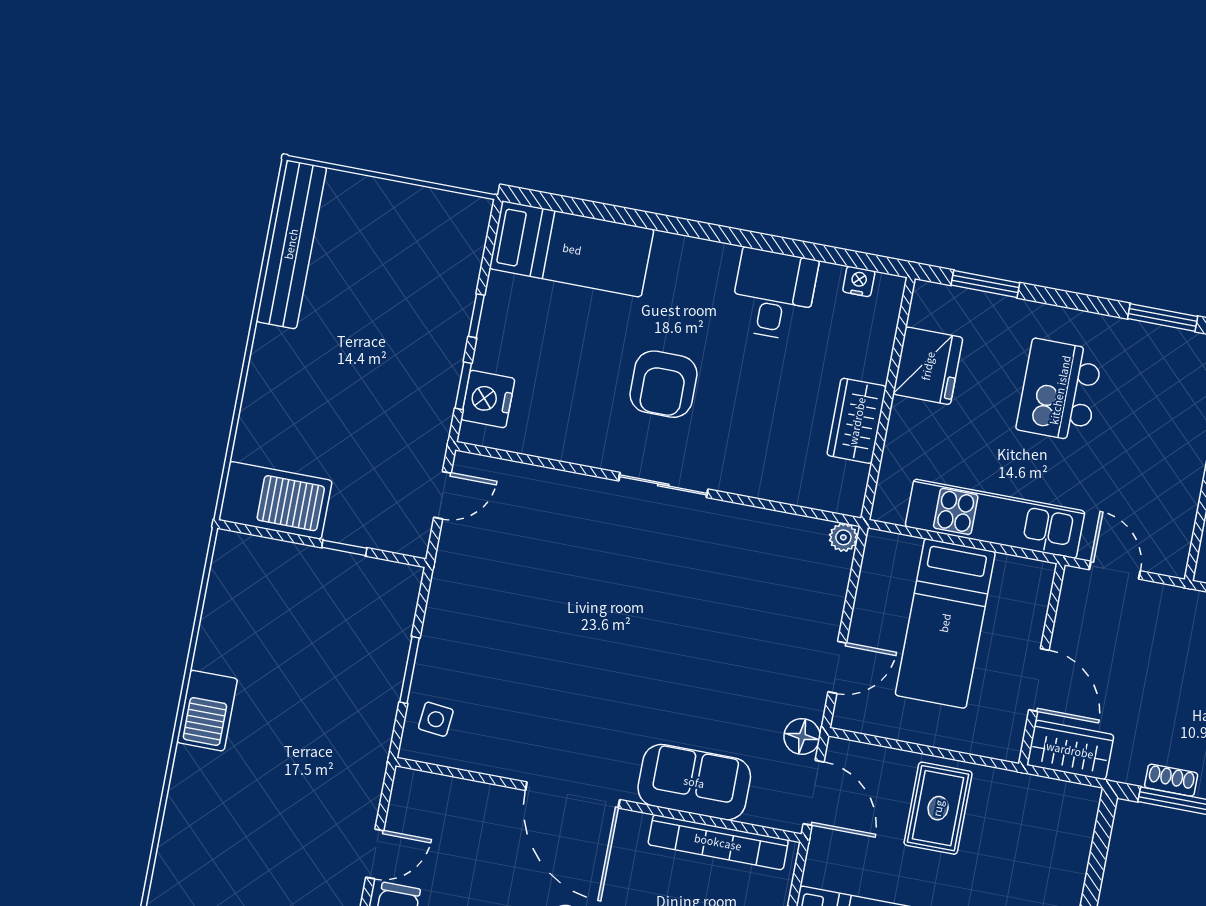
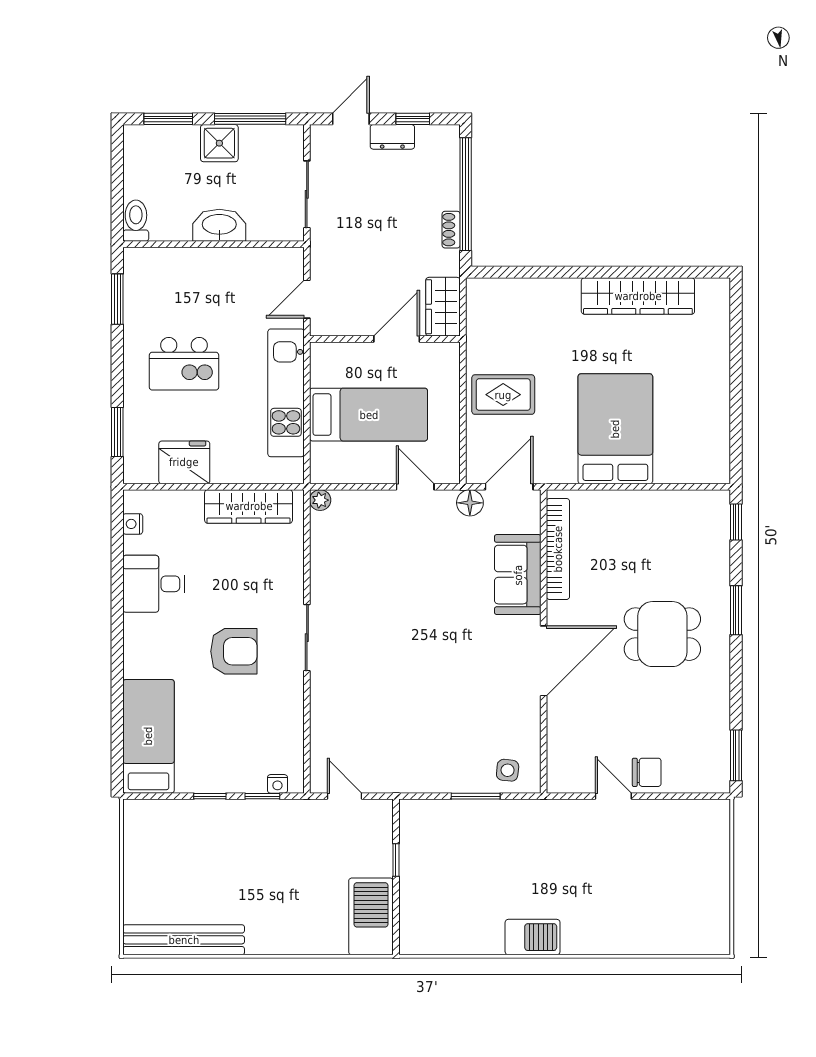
nightstand: (488, 399) -> (277, 784), width x0.53, depth x0.56
wardrobe: (857, 421) -> (249, 506), width x1.50

